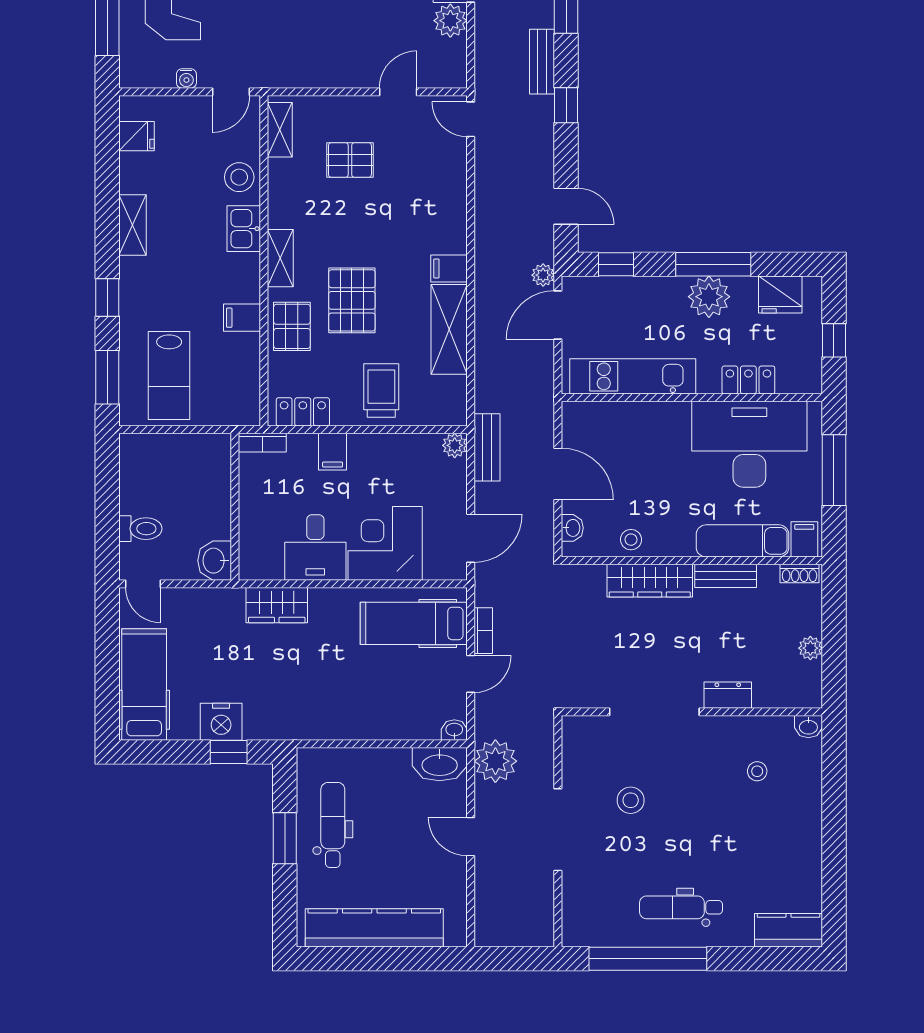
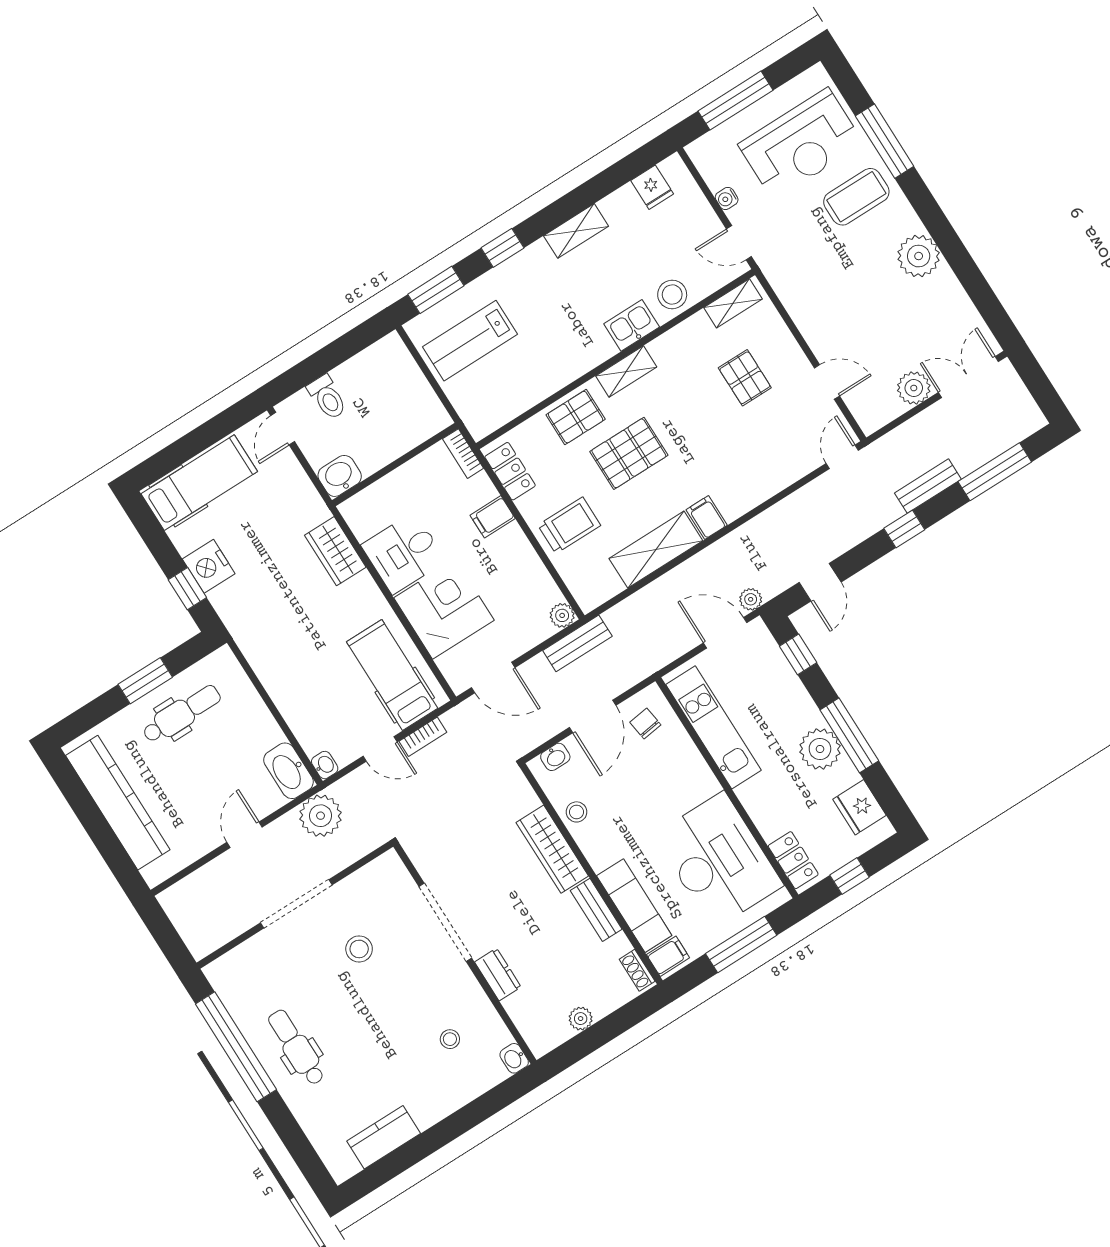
filing cabinet: (242, 318) -> (557, 371), removed
locker: (748, 380) -> (793, 860), moved
chair: (592, 433) -> (645, 723), added
kitchen counter: (788, 930) -> (384, 1137), moved, turned -90

